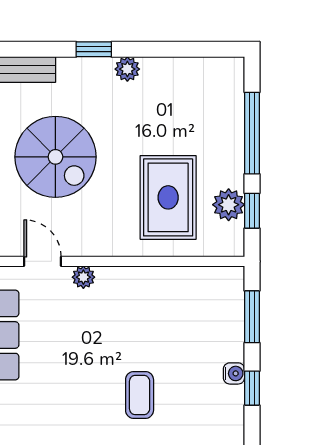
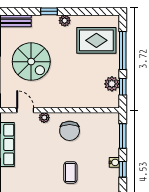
rug: (168, 197) -> (96, 40), moved, turned 90
chair: (138, 306) -> (70, 131), added

